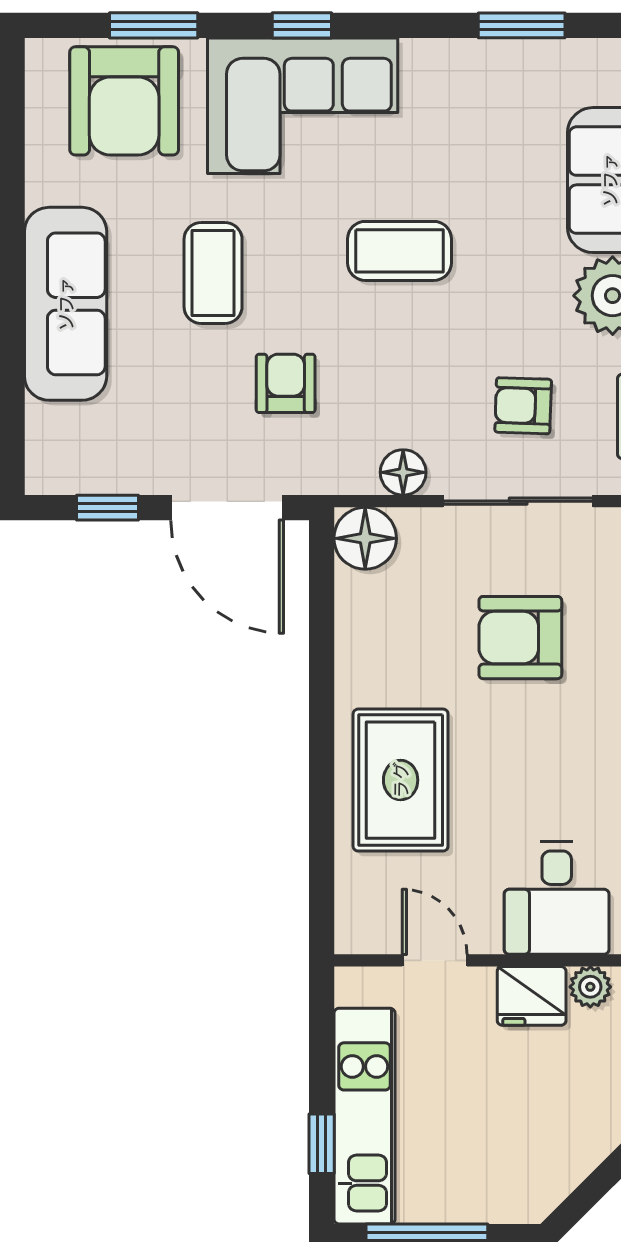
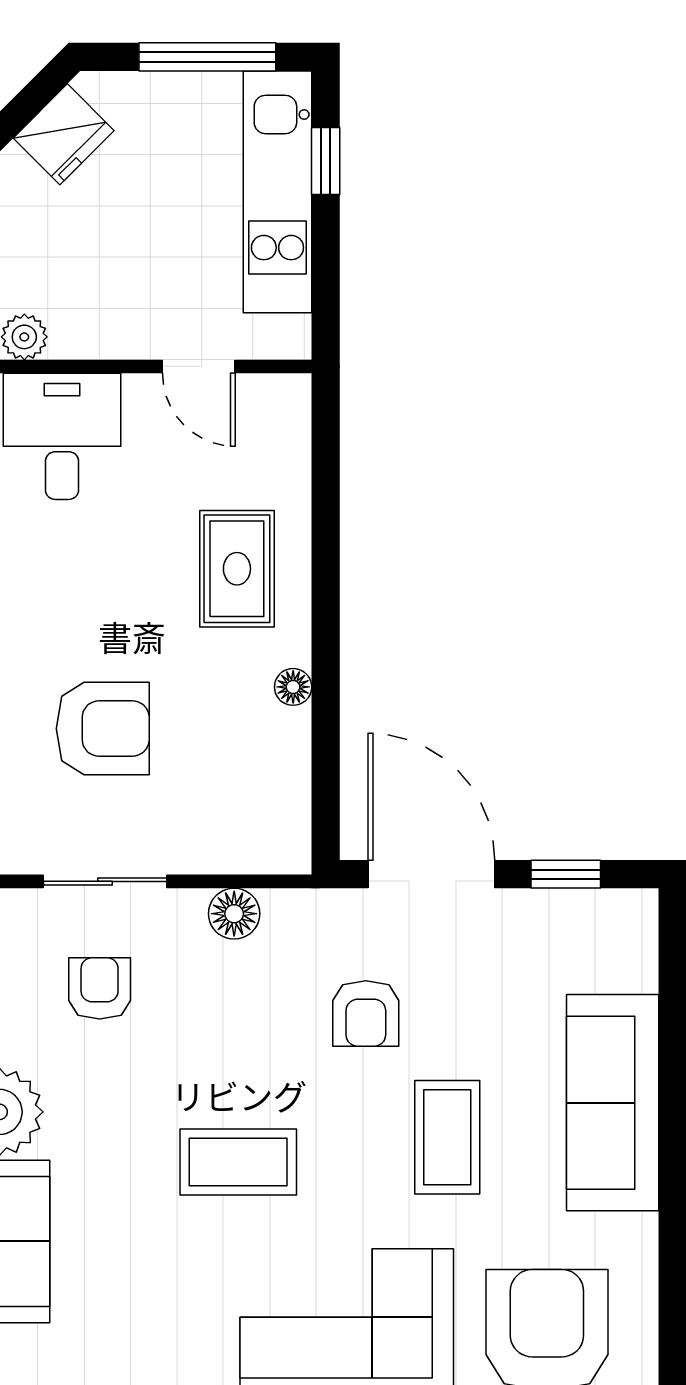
armchair: (523, 406) -> (100, 988), turned -92
sliding door: (518, 501) -> (105, 881), width x0.73
floor lamp: (365, 538) -> (293, 687), moved, width x0.53, depth x0.53
rug: (401, 780) -> (237, 569), width x0.73, depth x0.70
fridge: (532, 996) -> (64, 134), moved, turned 135

